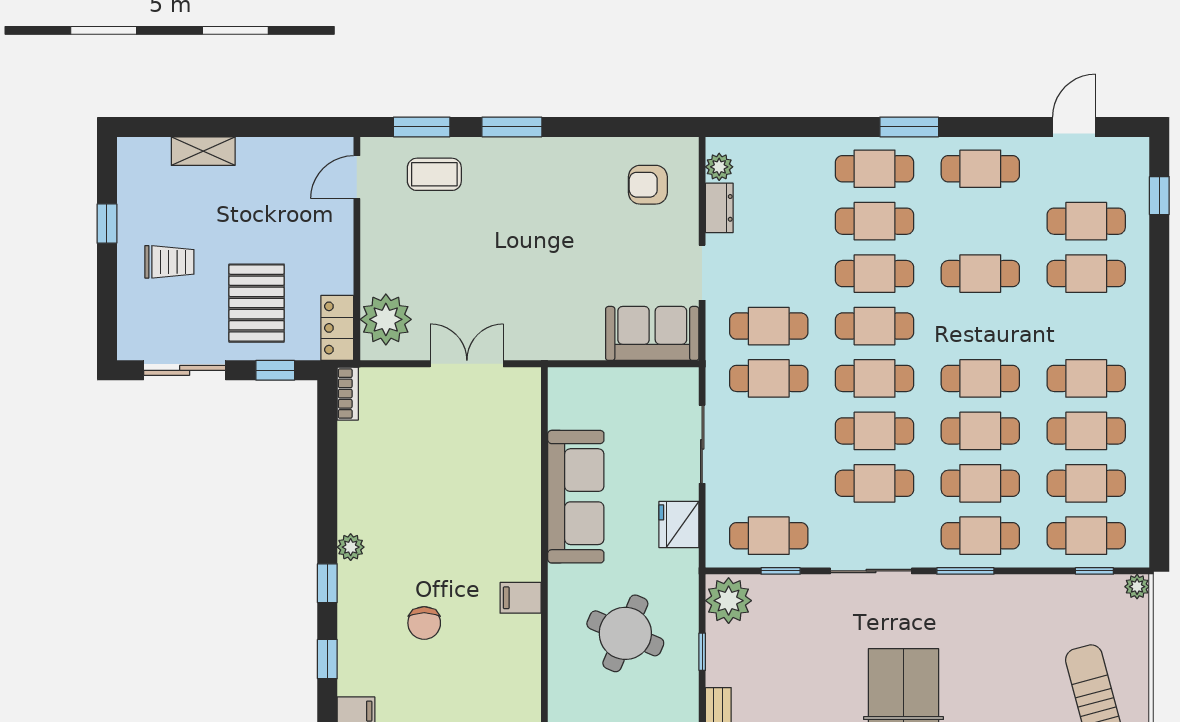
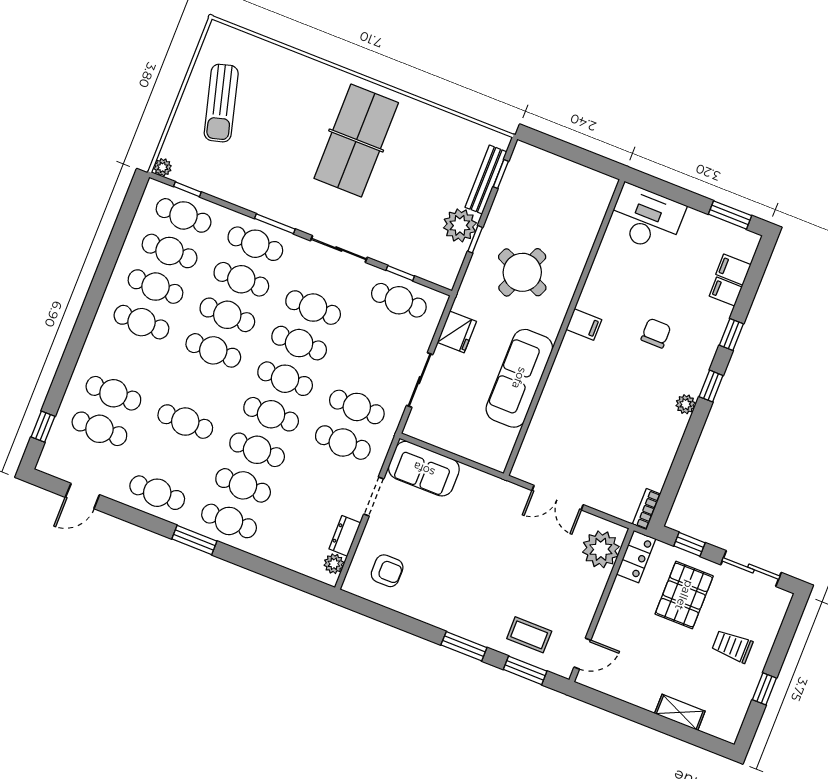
plant: (729, 601) -> (460, 225), moved

